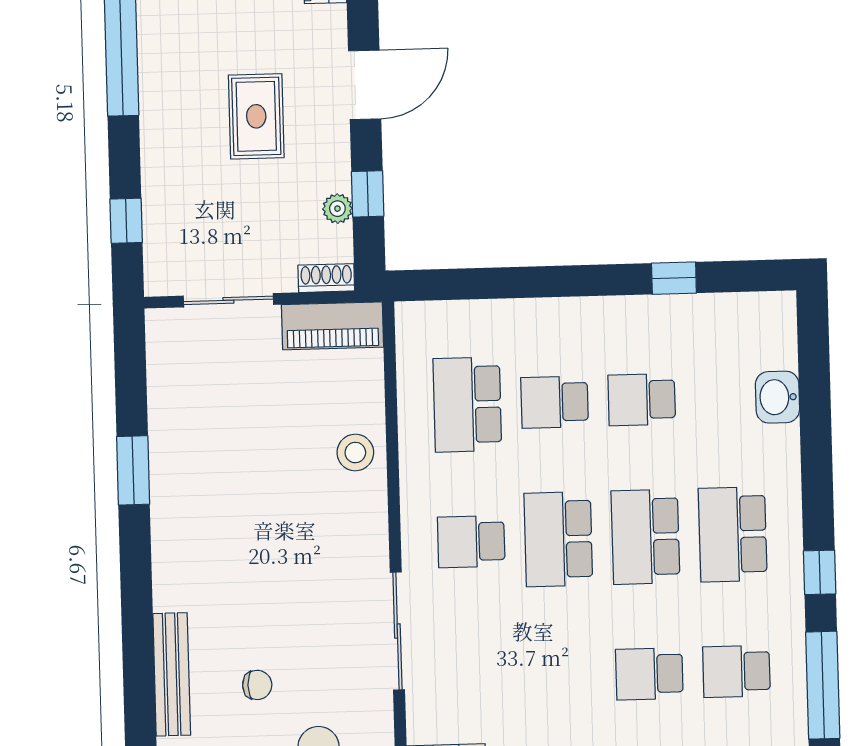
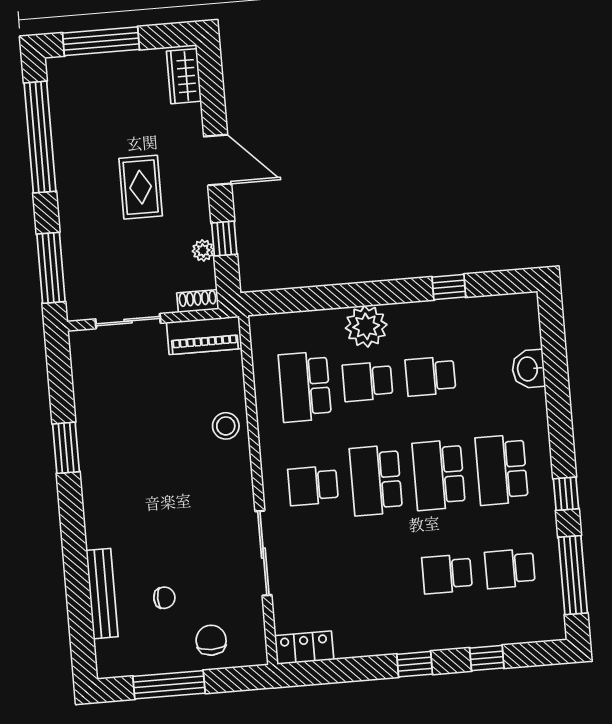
door: (365, 85) -> (218, 160), hinge flipped
window: (126, 221) -> (51, 268), width x2.17
plant: (557, 326) -> (366, 326), added

